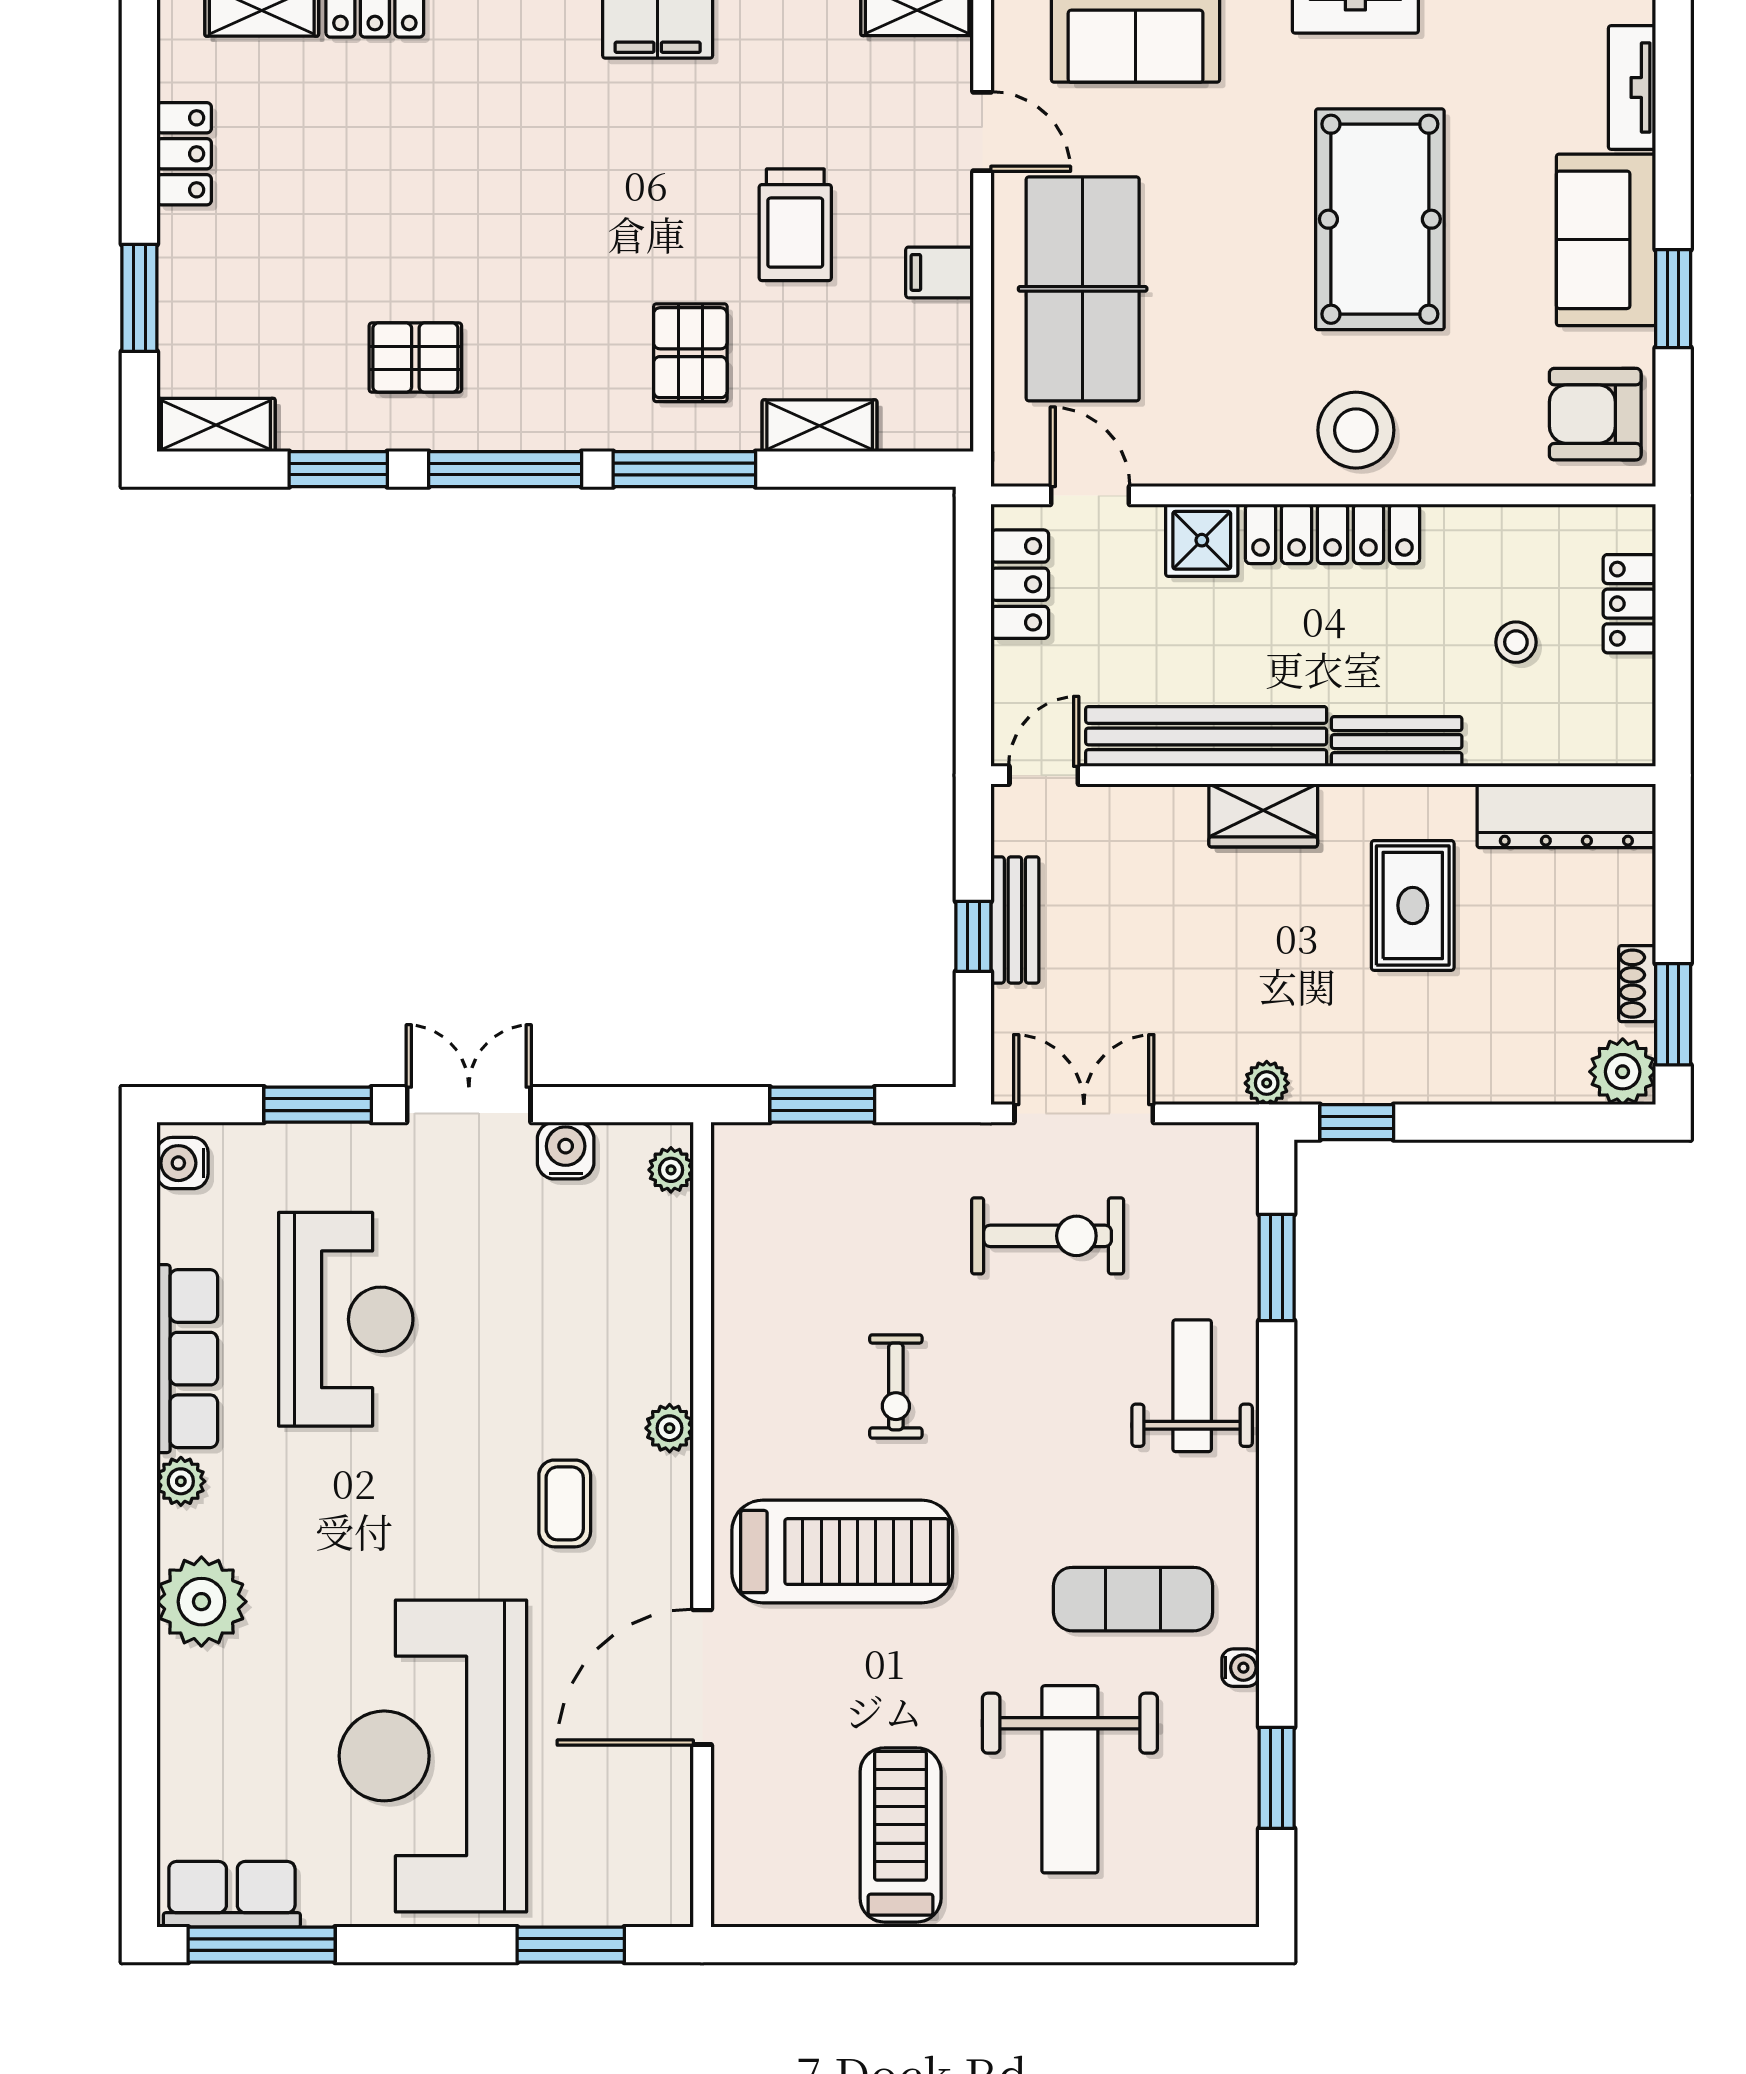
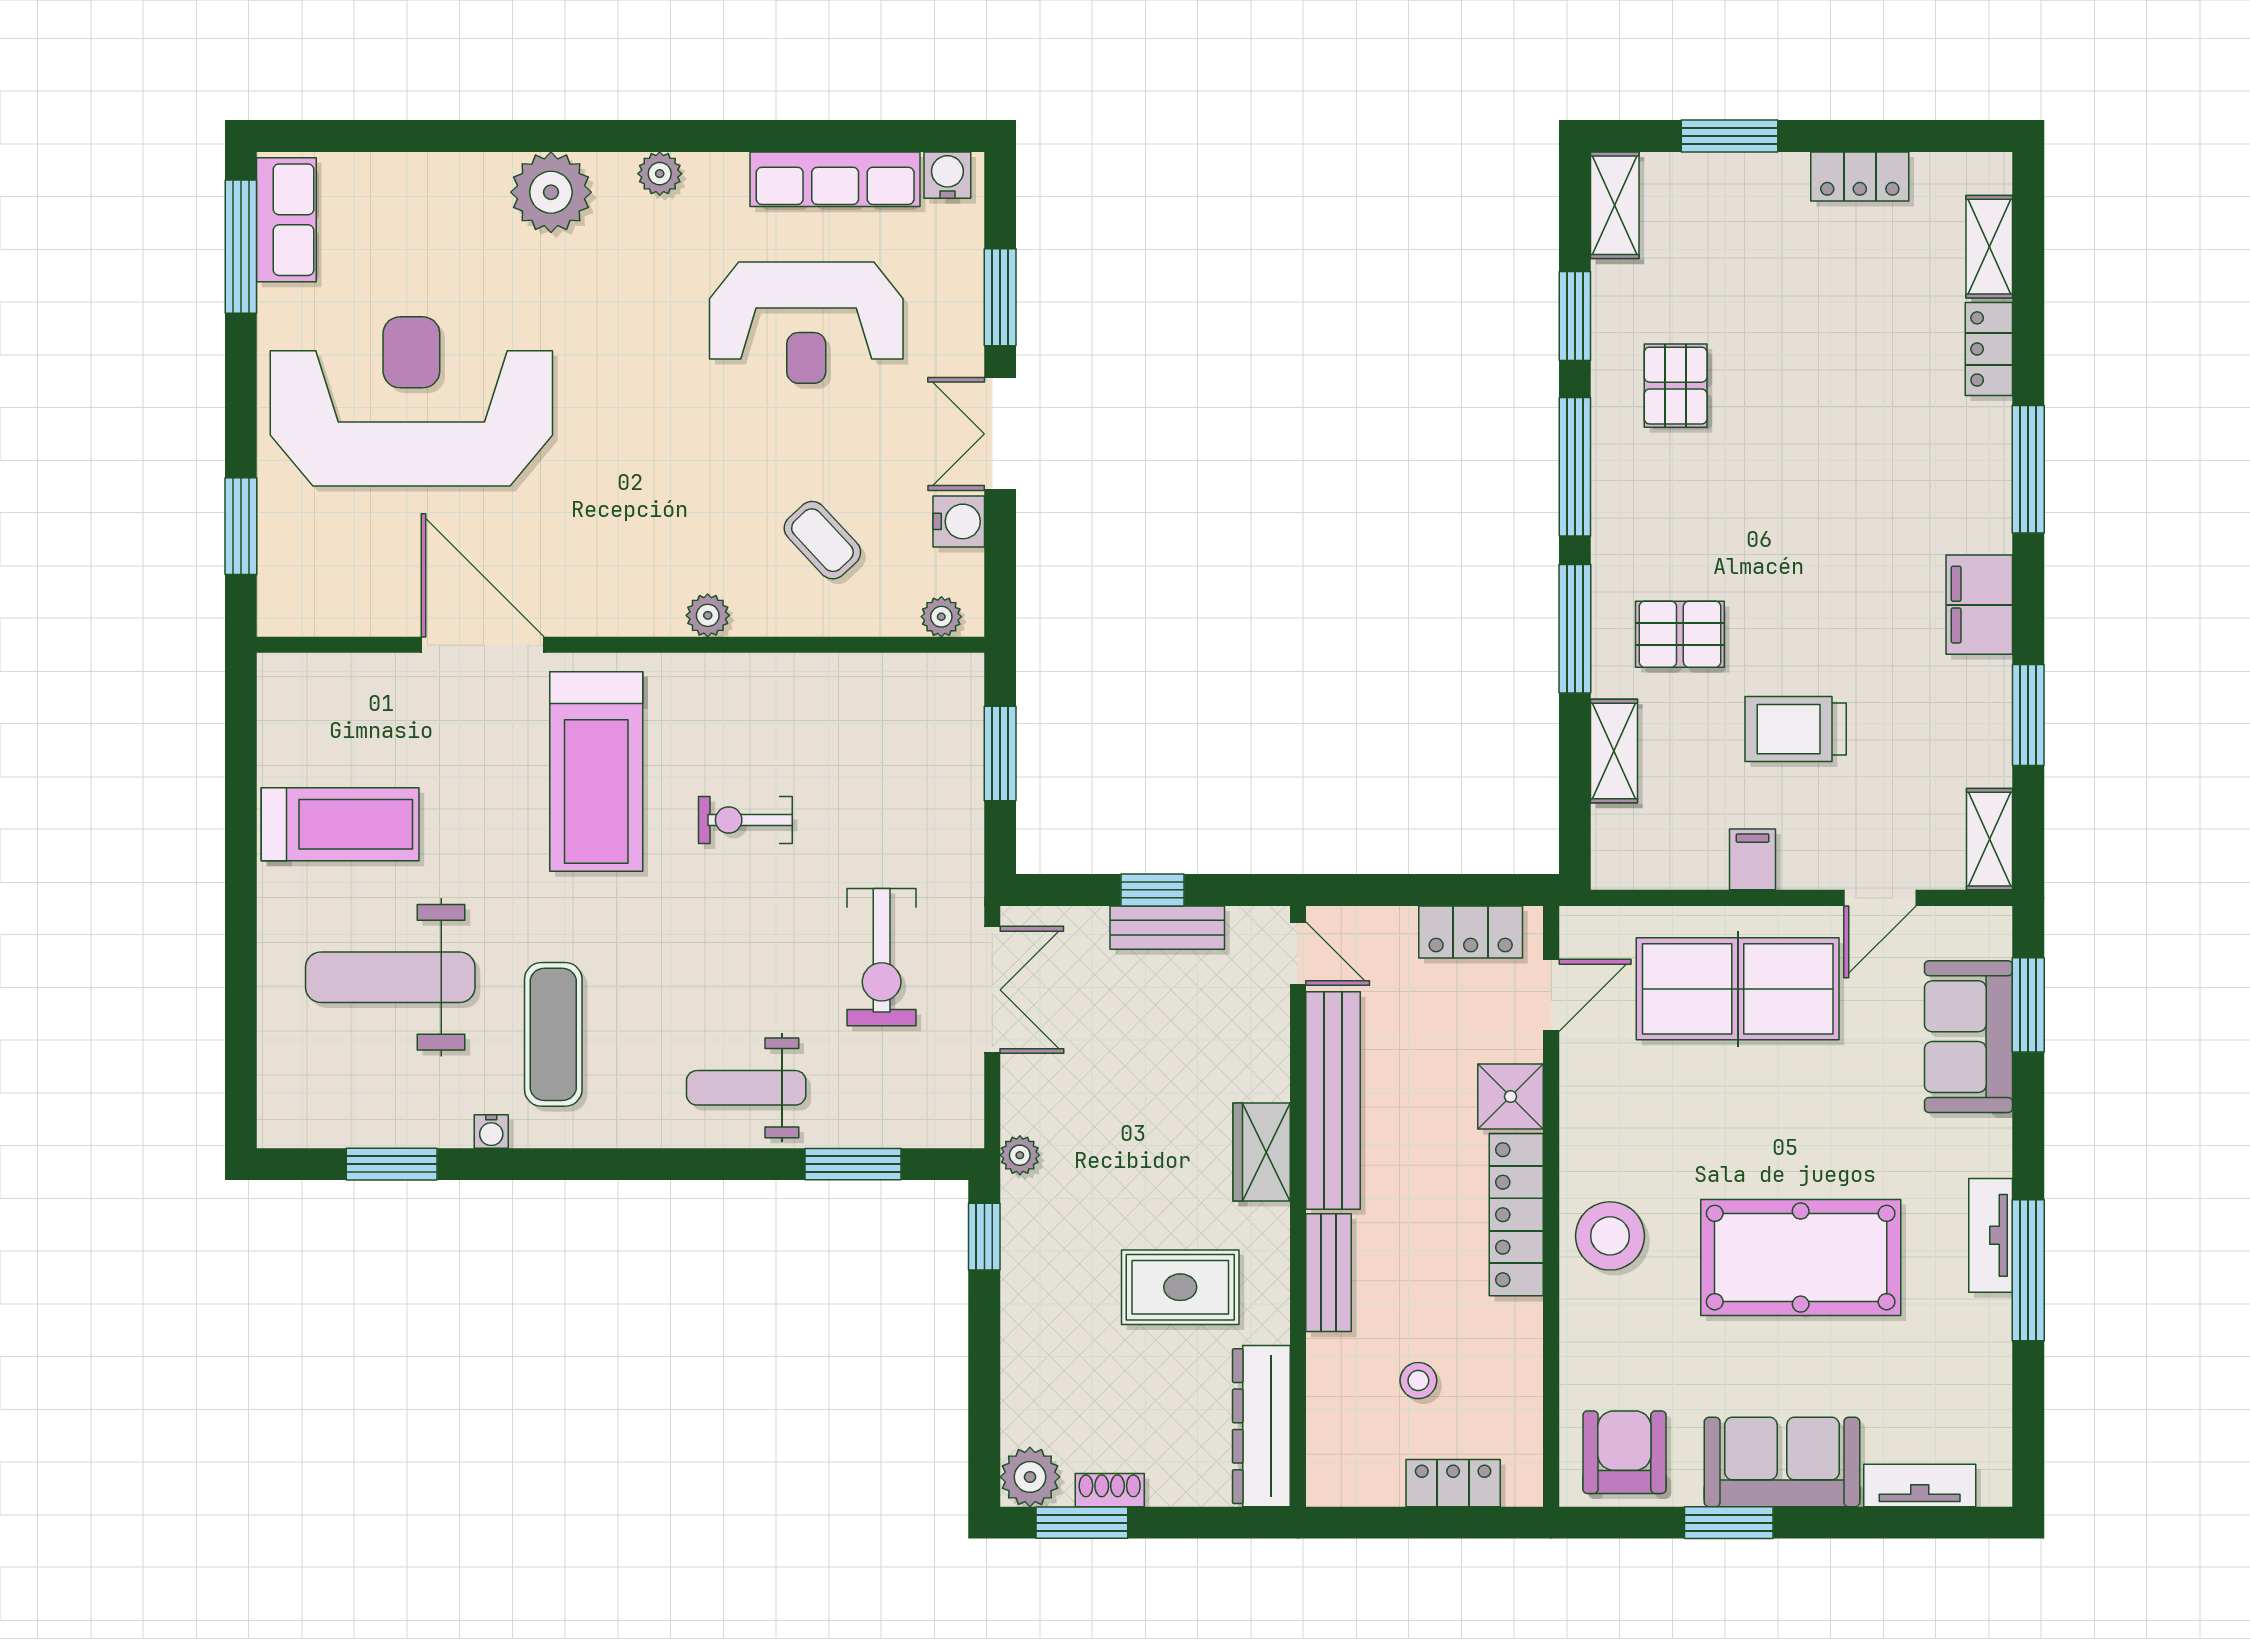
double door: (469, 1105) -> (1000, 434), swing flipped
row of seats: (187, 1359) -> (835, 179), moved
weight bench: (1192, 1386) -> (746, 1088), turned 180
coffee table: (565, 1503) -> (822, 540), moved, turned 47

